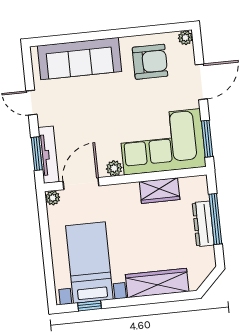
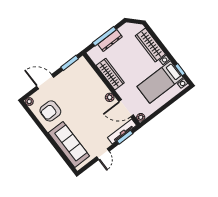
armchair: (150, 62) -> (50, 111), turned -90
corner sofa: (162, 142) -> (84, 83), removed
wardrobe: (160, 191) -> (110, 74), width x1.50

